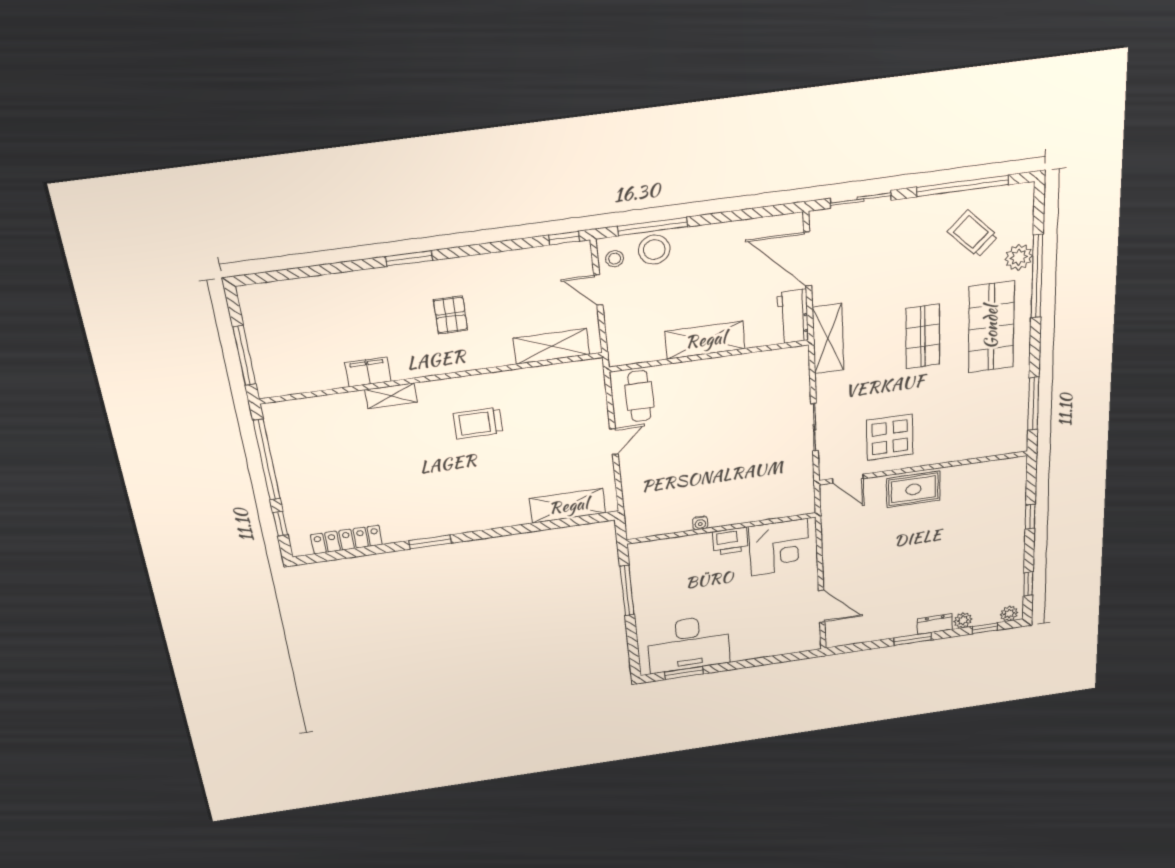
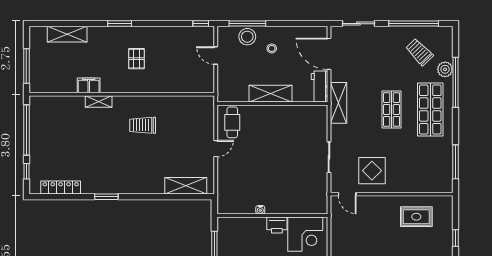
stool: (615, 259) -> (272, 48), moved
shelving: (551, 346) -> (67, 34), moved
rug: (913, 489) -> (416, 217), moved

